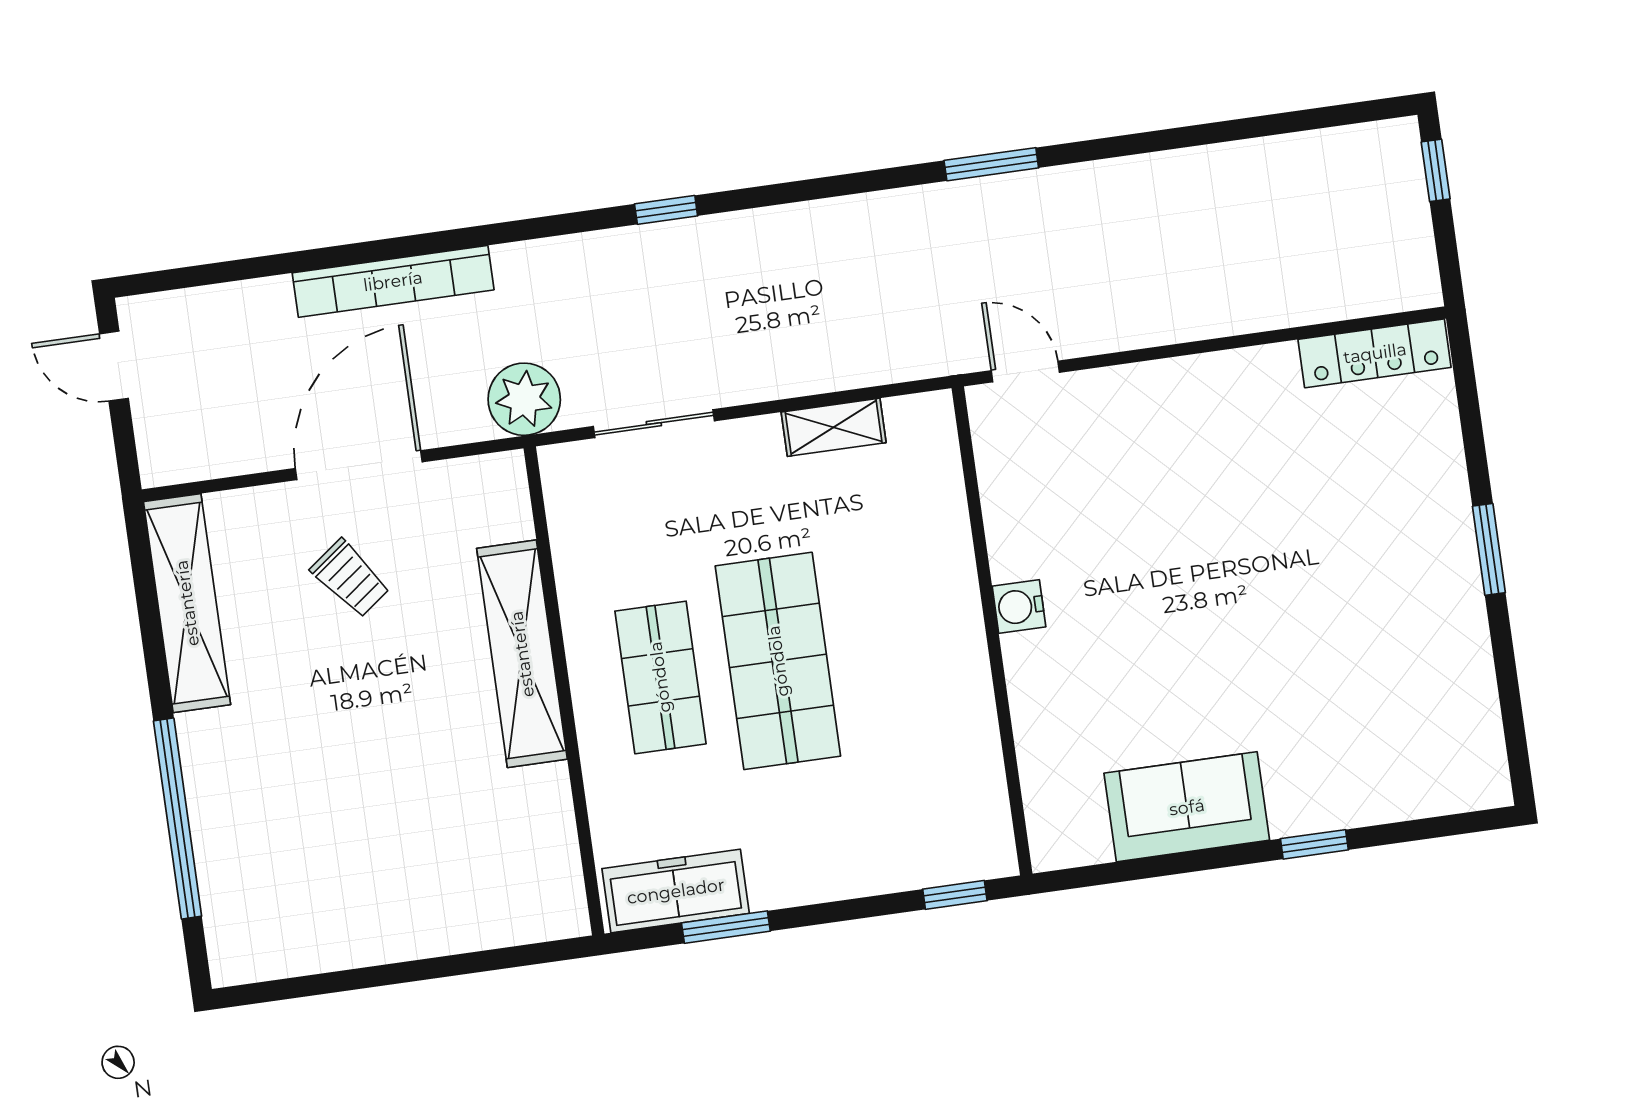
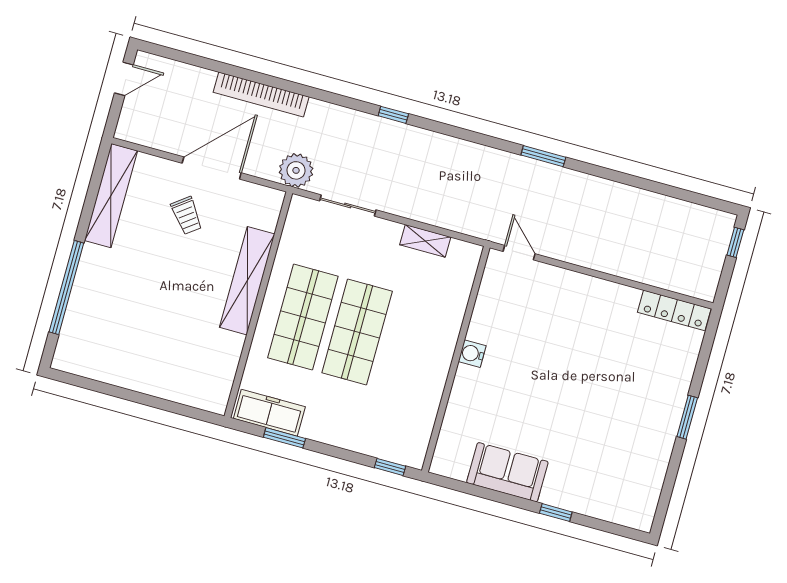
door: (114, 366) -> (124, 79), swing flipped
shop shelf: (660, 677) -> (303, 317), width x1.43, depth x1.36

